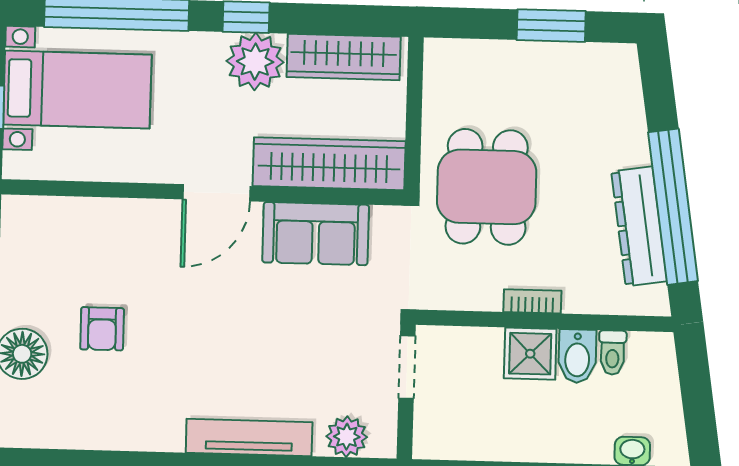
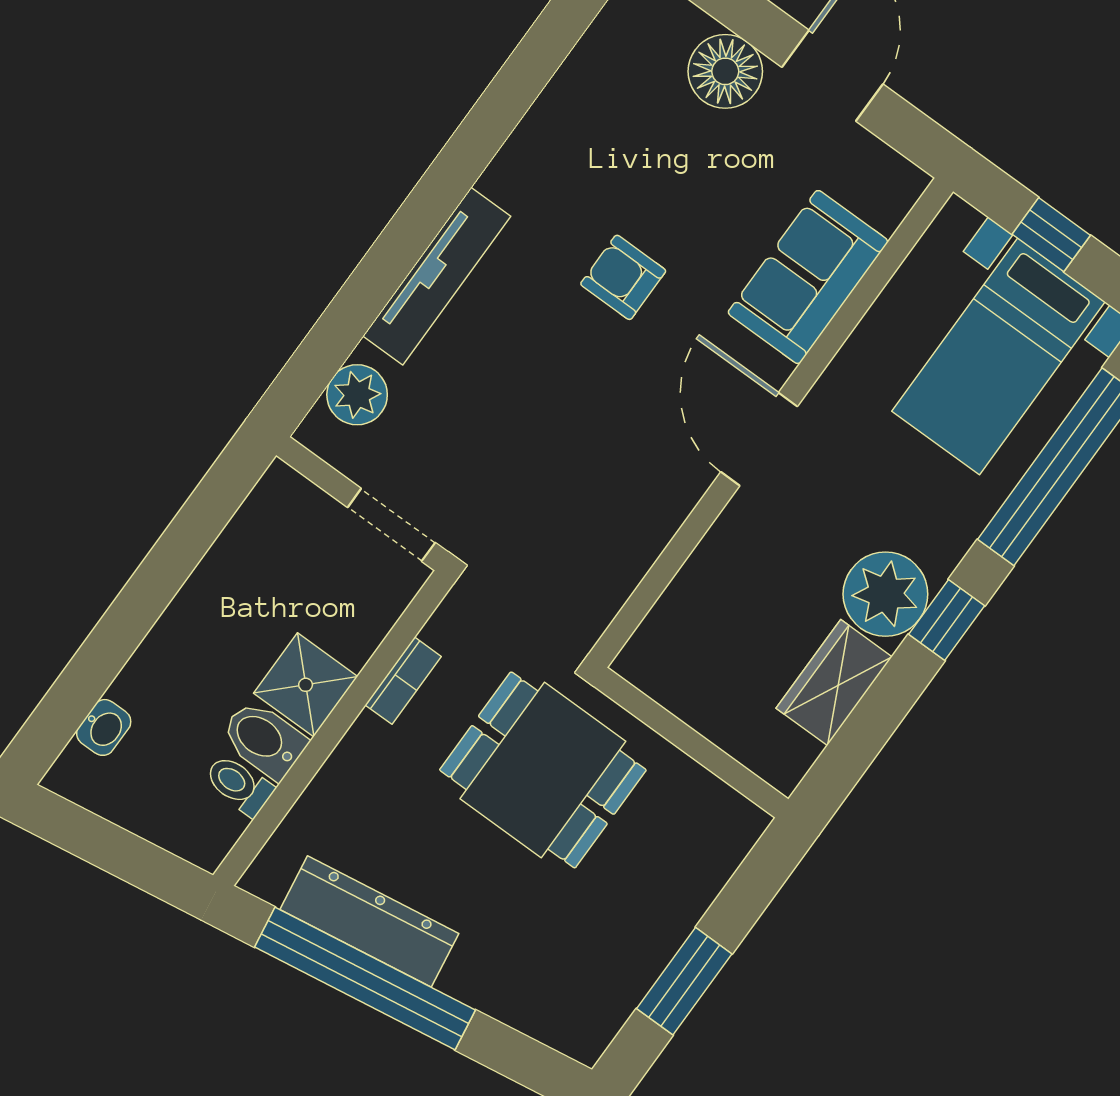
wardrobe: (344, 57) -> (834, 682), width x0.67
wardrobe: (329, 164) -> (701, 599), removed
sofa: (316, 234) -> (808, 277), moved
bookcase: (532, 301) -> (403, 681), moved
armchair: (102, 329) -> (623, 277), moved

